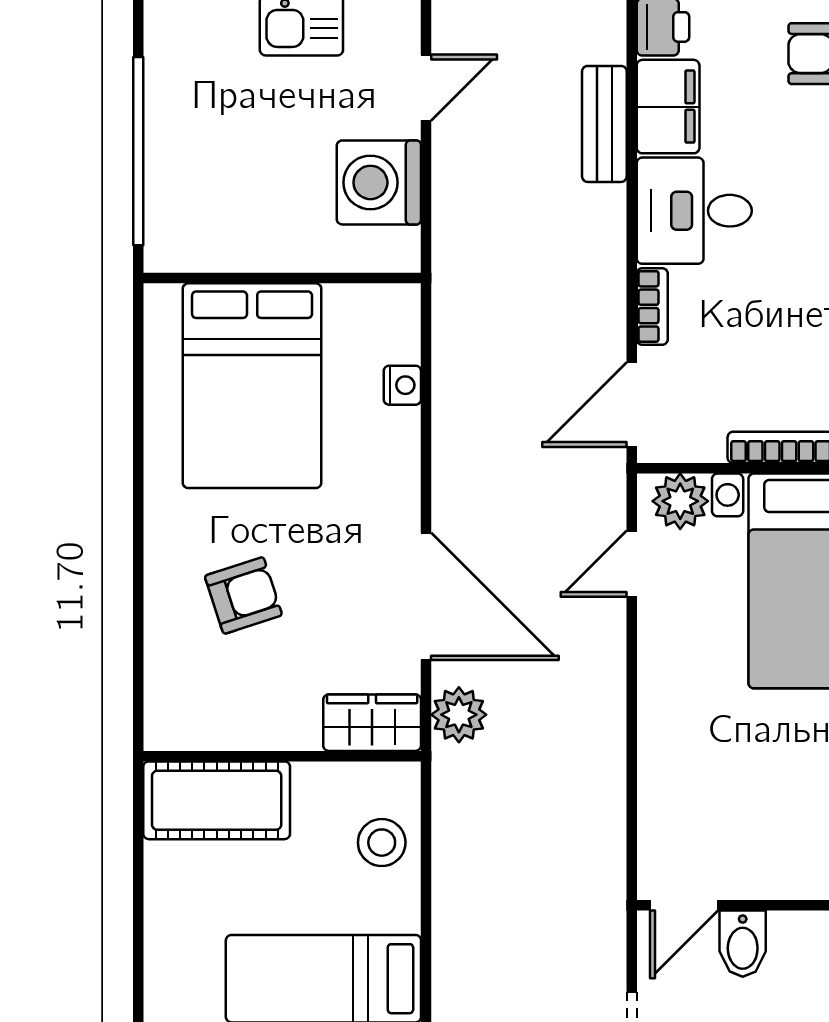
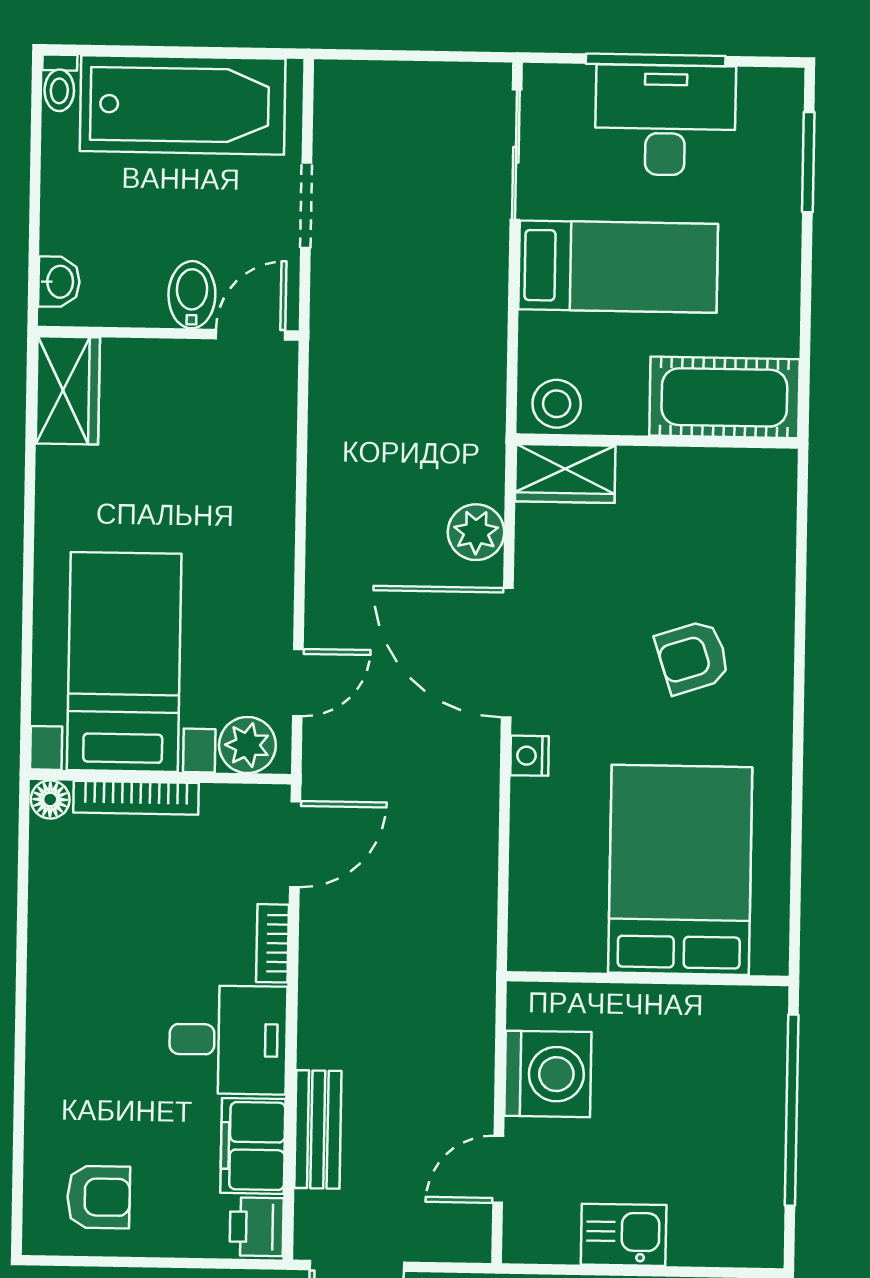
nightstand: (402, 385) -> (530, 756), moved
wardrobe: (372, 723) -> (565, 473), moved
wall: (282, 756) -> (657, 441), moved
cot: (217, 800) -> (724, 397), moved

